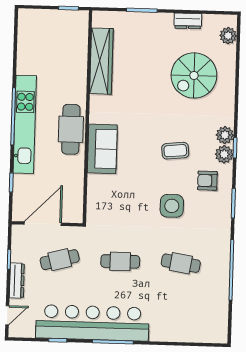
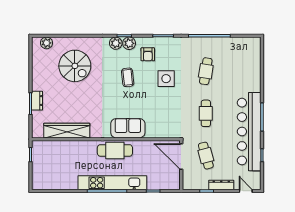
dresser: (188, 21) -> (37, 101), moved
door: (43, 224) -> (181, 156), moved

